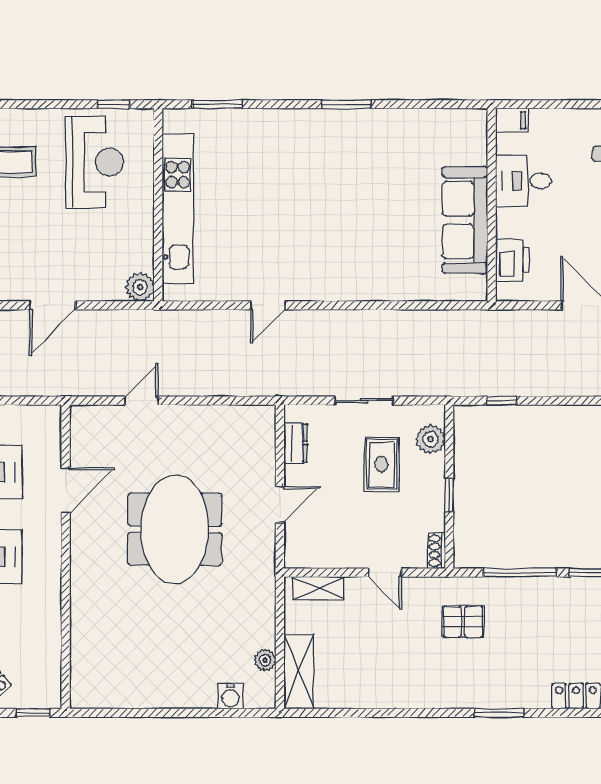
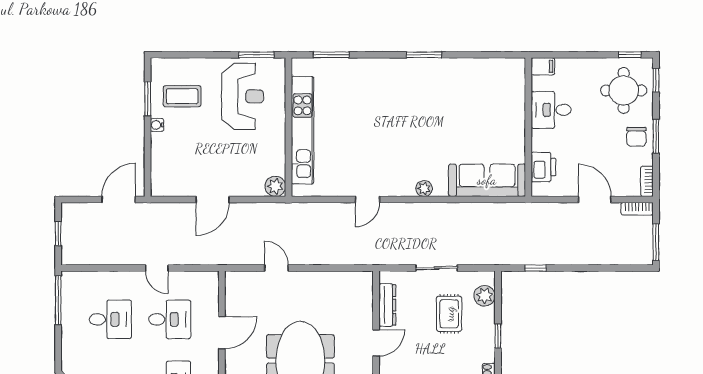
window: (114, 104) -> (256, 55), width x1.50
sofa: (465, 220) -> (487, 180), moved, turned 90
plant: (347, 290) -> (424, 189), added
door: (141, 401) -> (276, 268), hinge flipped
dresser: (296, 443) -> (387, 305), width x1.44

